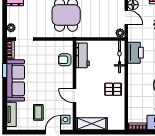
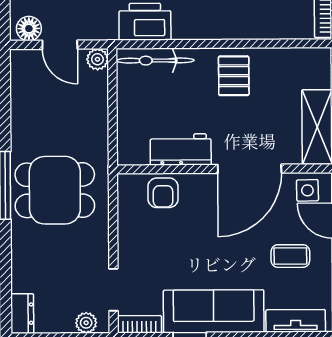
door: (126, 17) -> (60, 45), swing flipped
workbench: (83, 55) -> (181, 149), moved
door: (74, 96) -> (250, 169), width x1.88

